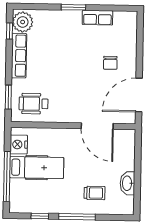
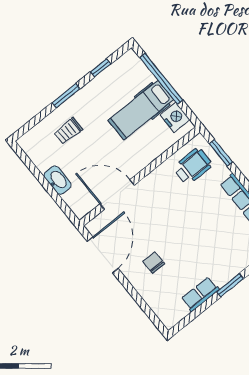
washbasin: (127, 183) -> (58, 180), moved
window: (77, 217) -> (66, 96), width x0.69

